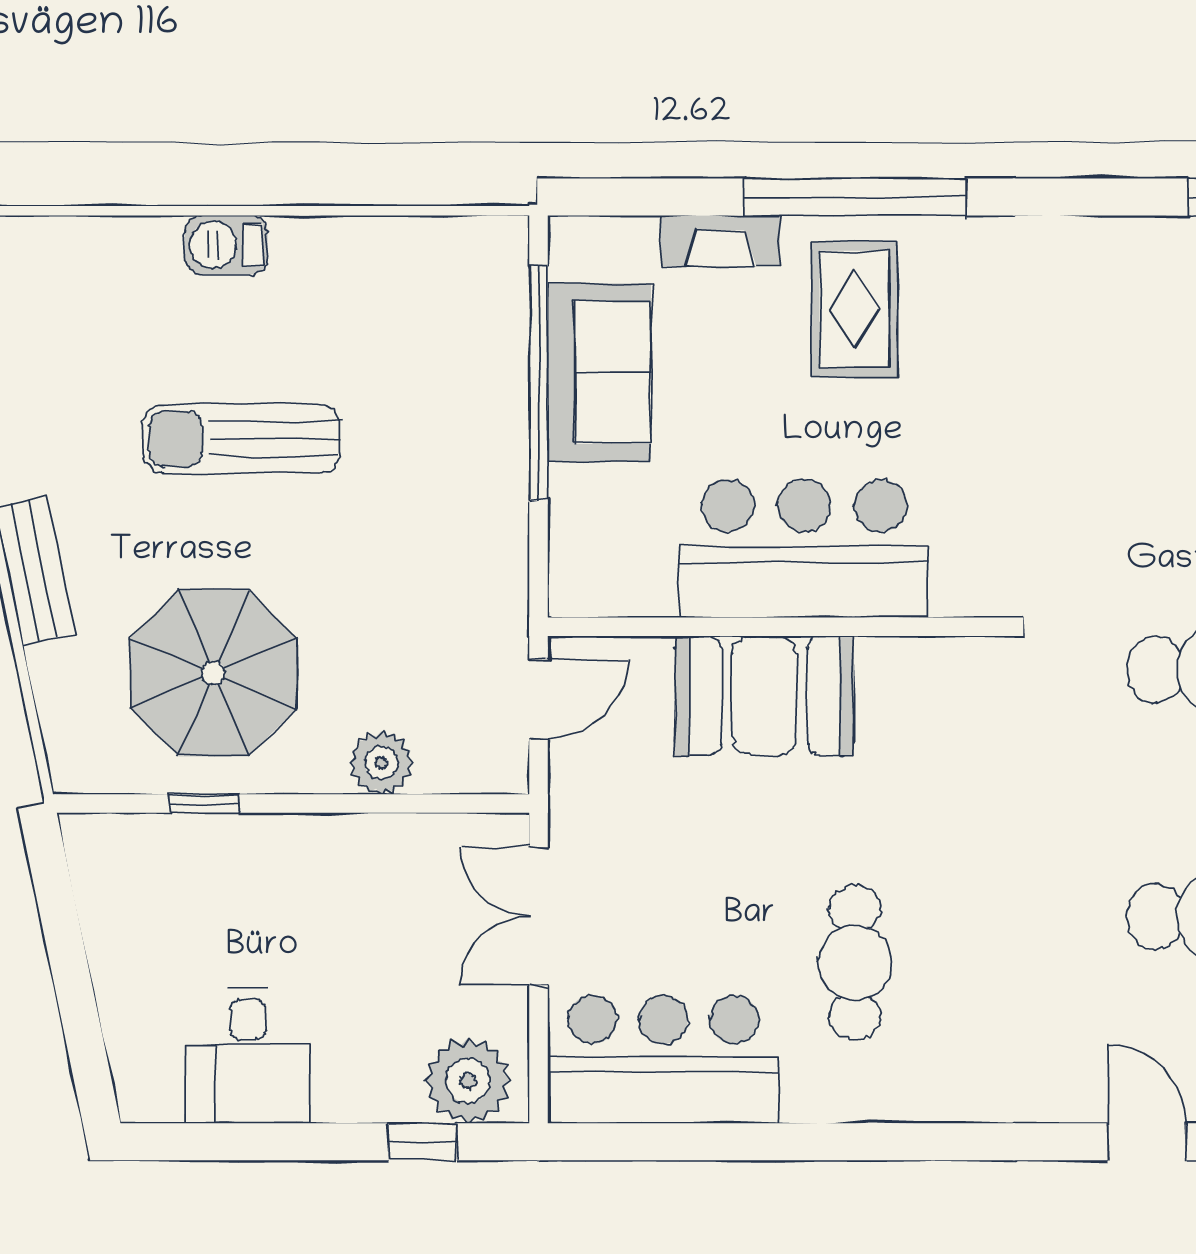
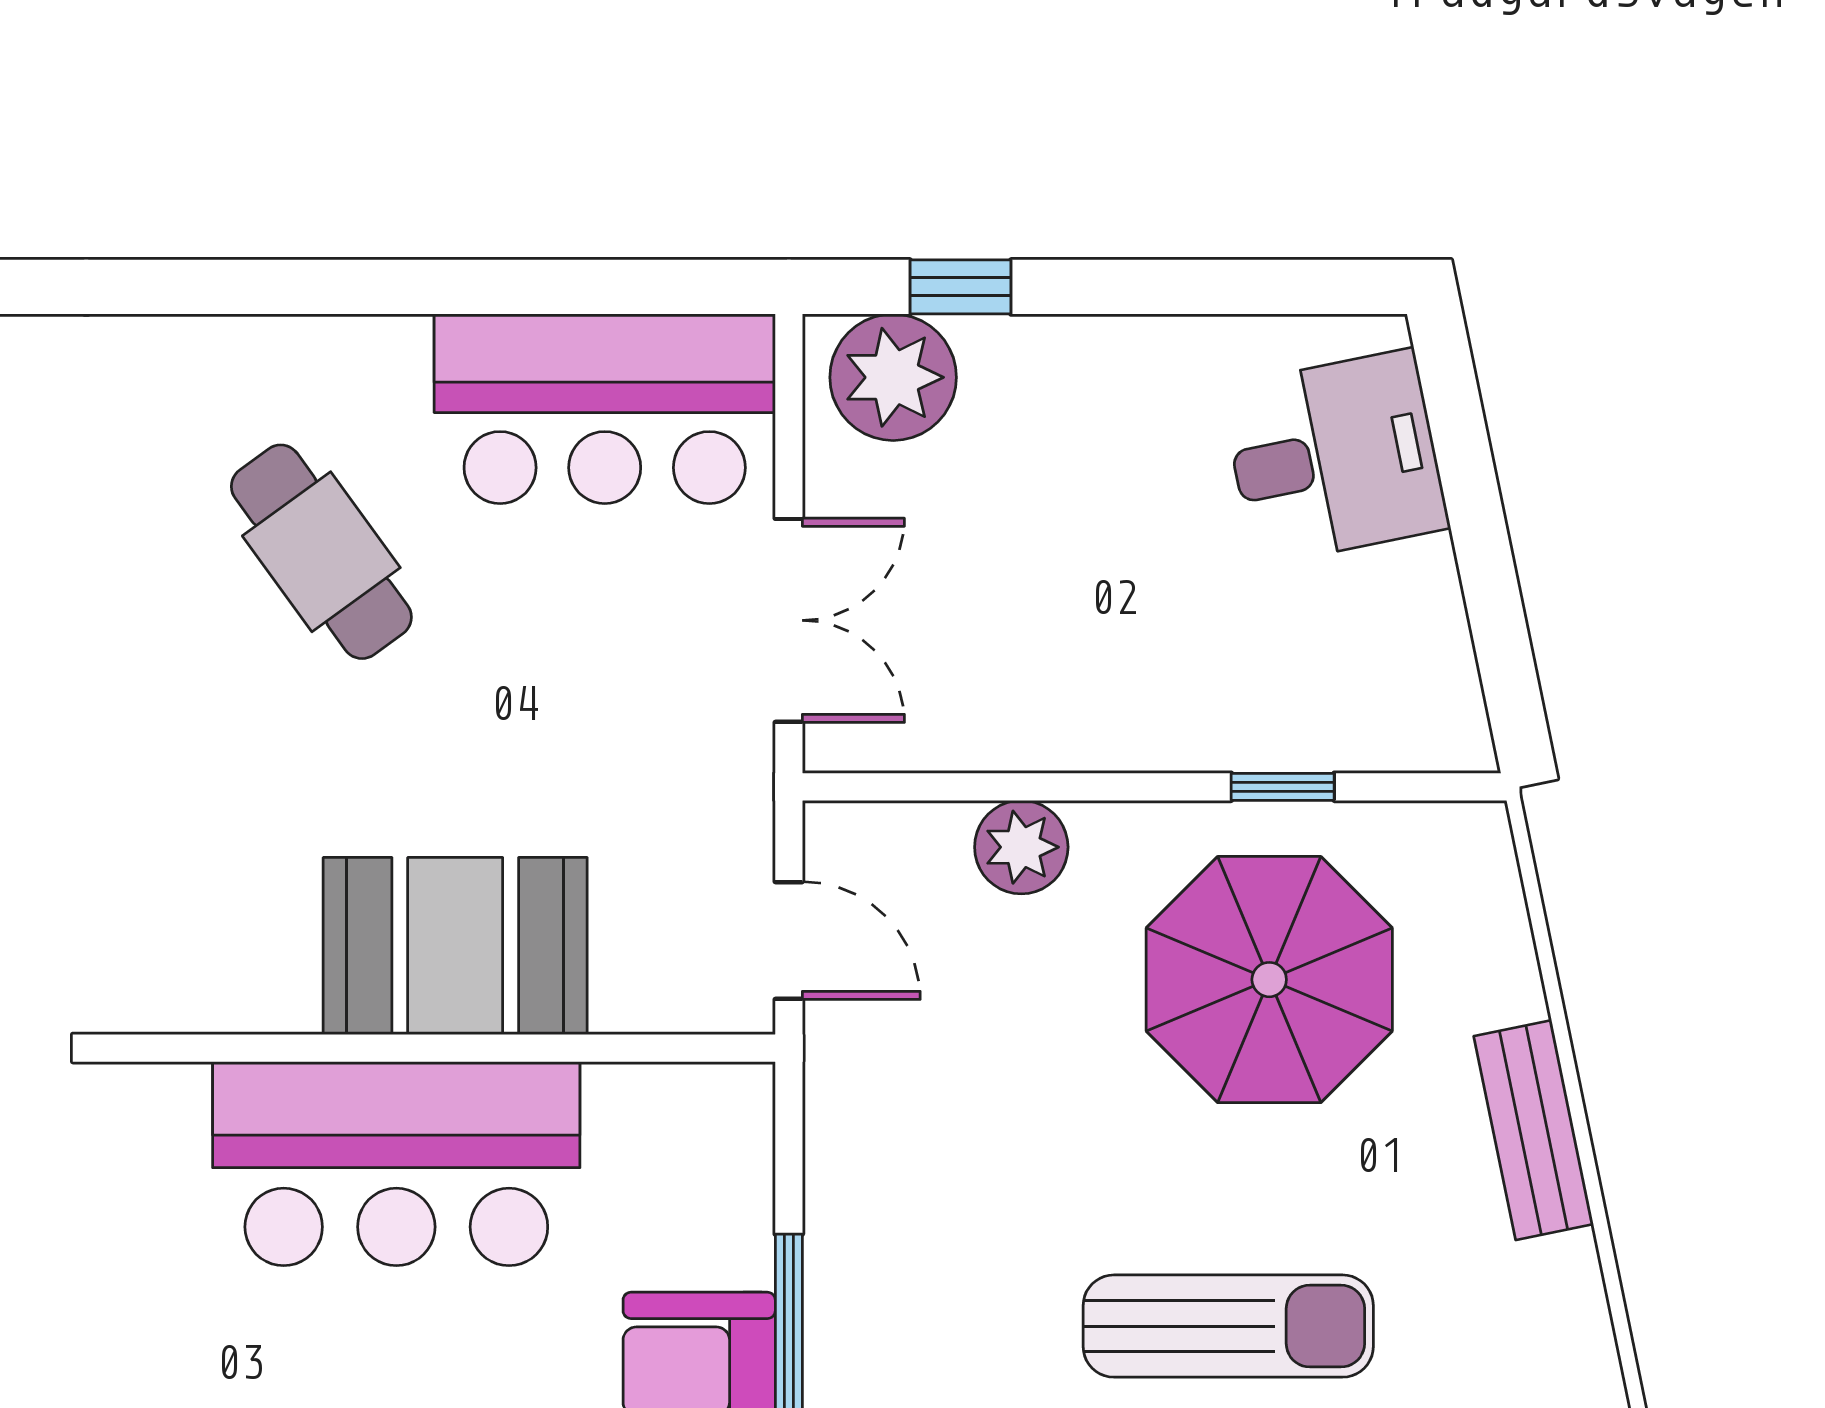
door: (539, 699) -> (789, 941), swing flipped
cafe table: (855, 963) -> (321, 552), turned -36
desk: (248, 1056) -> (1335, 457), moved, turned 78

